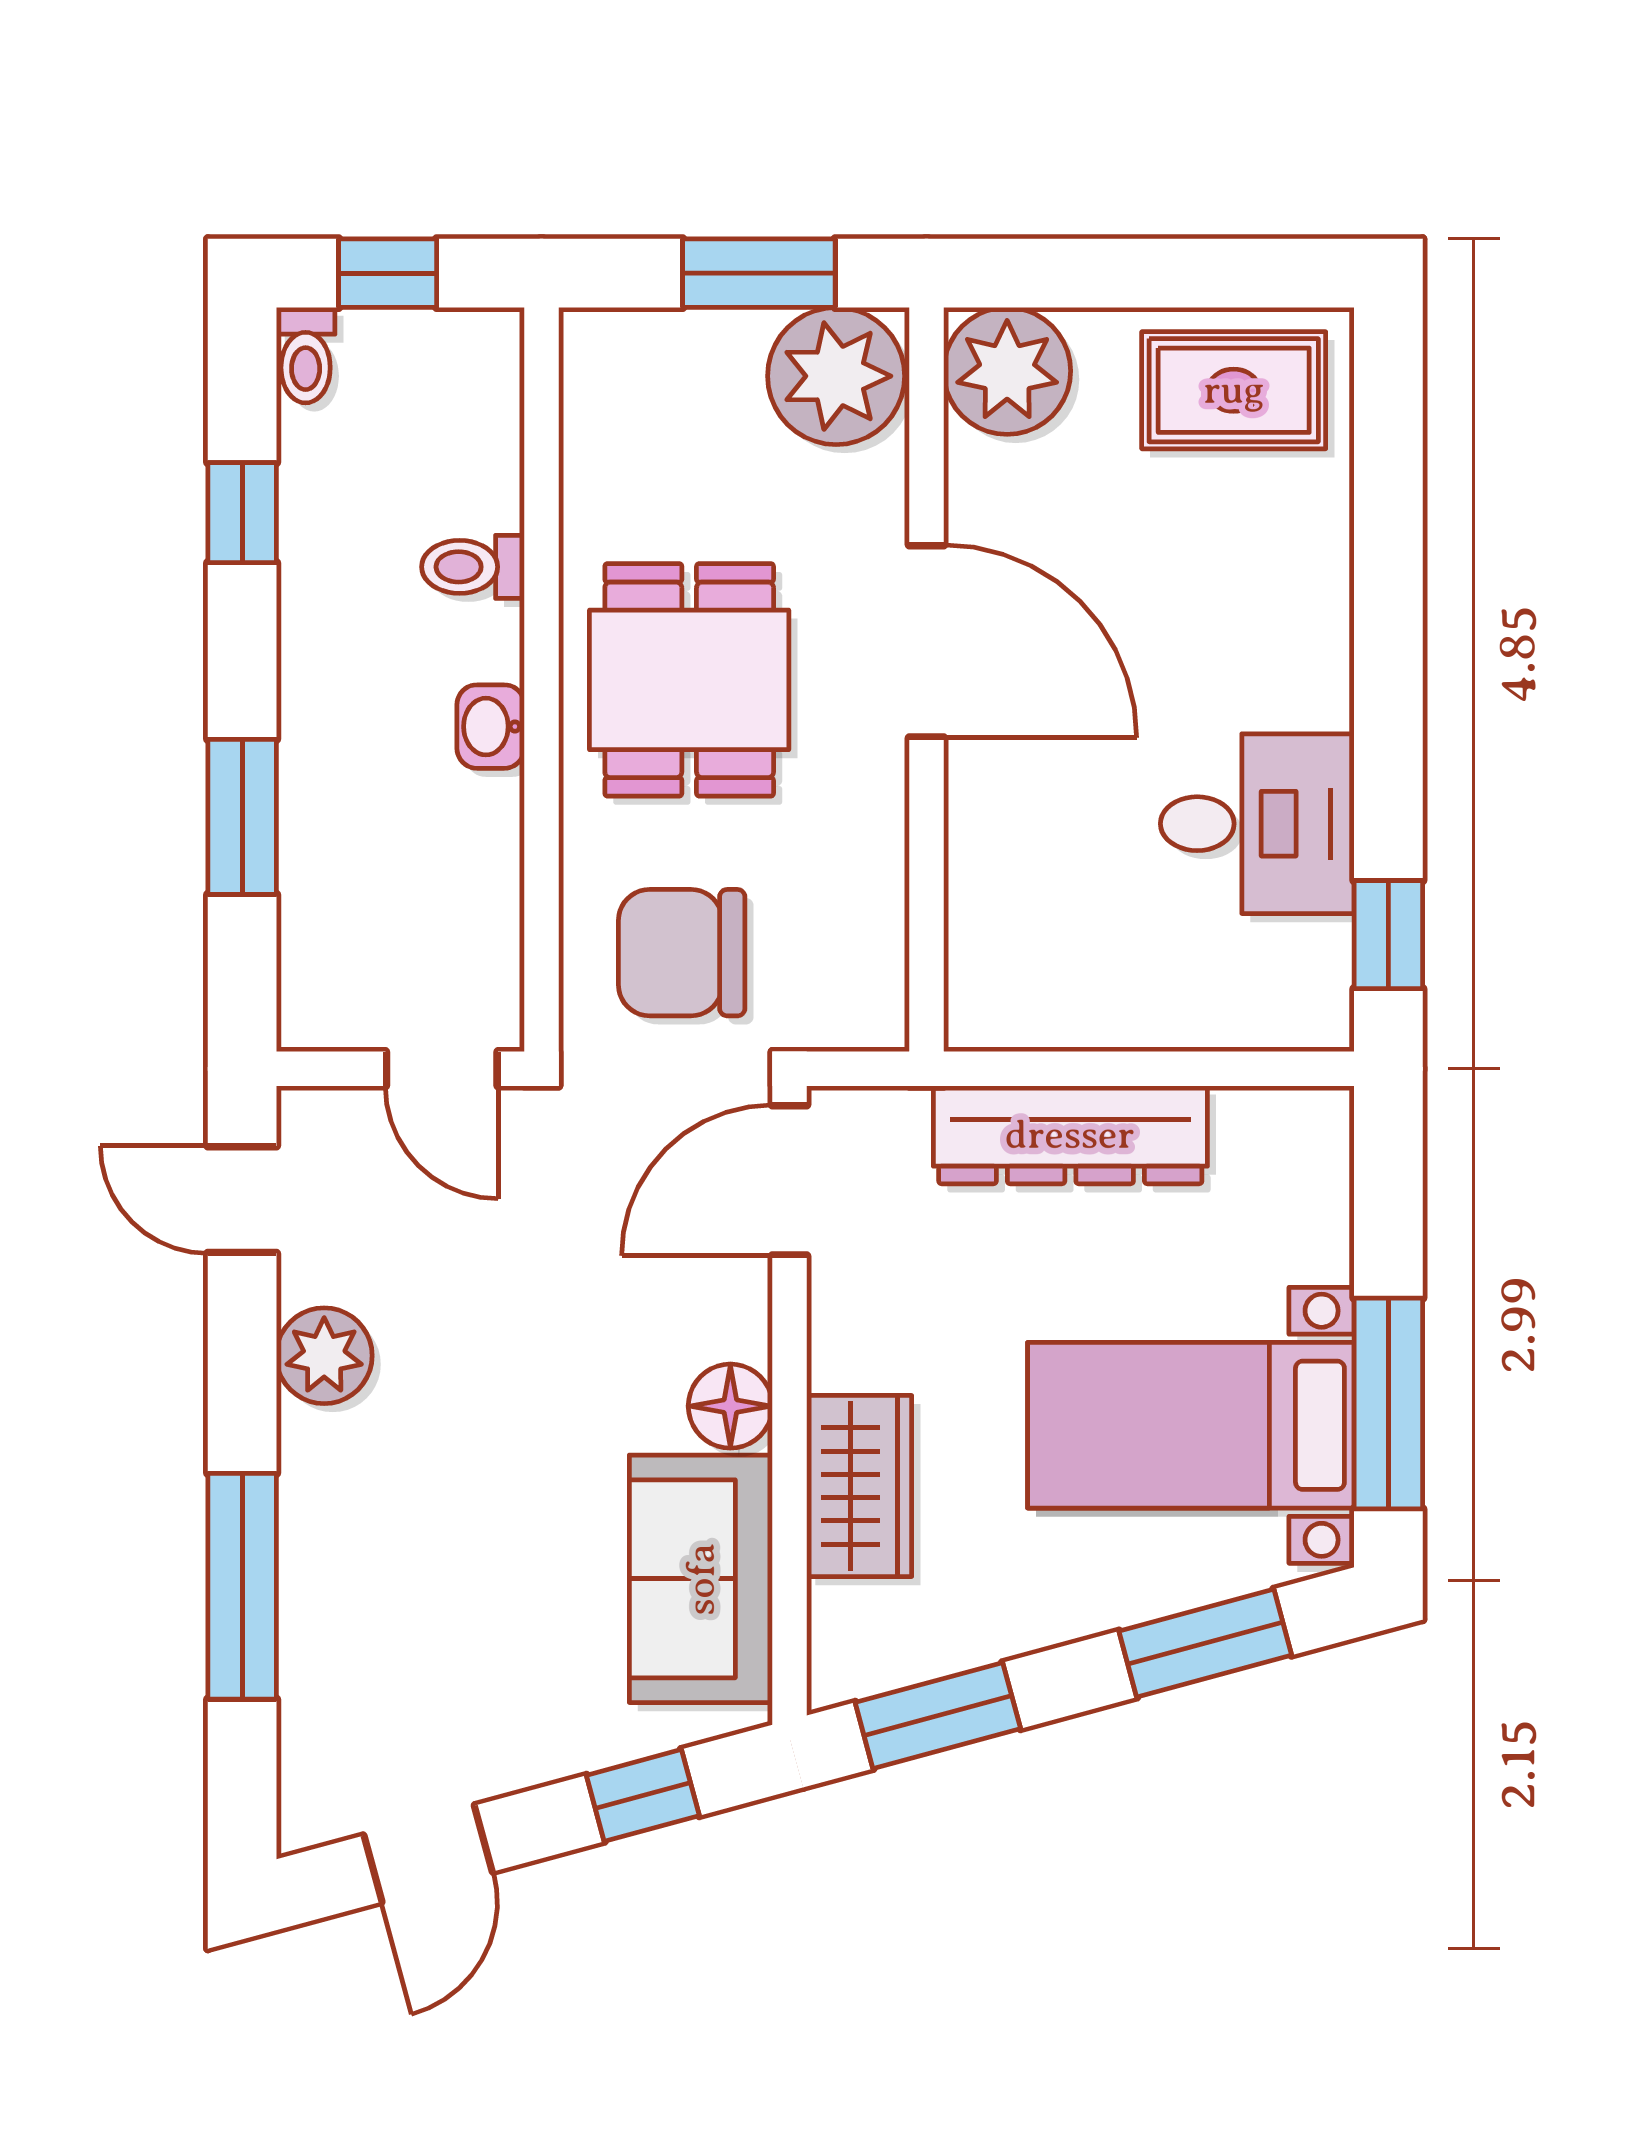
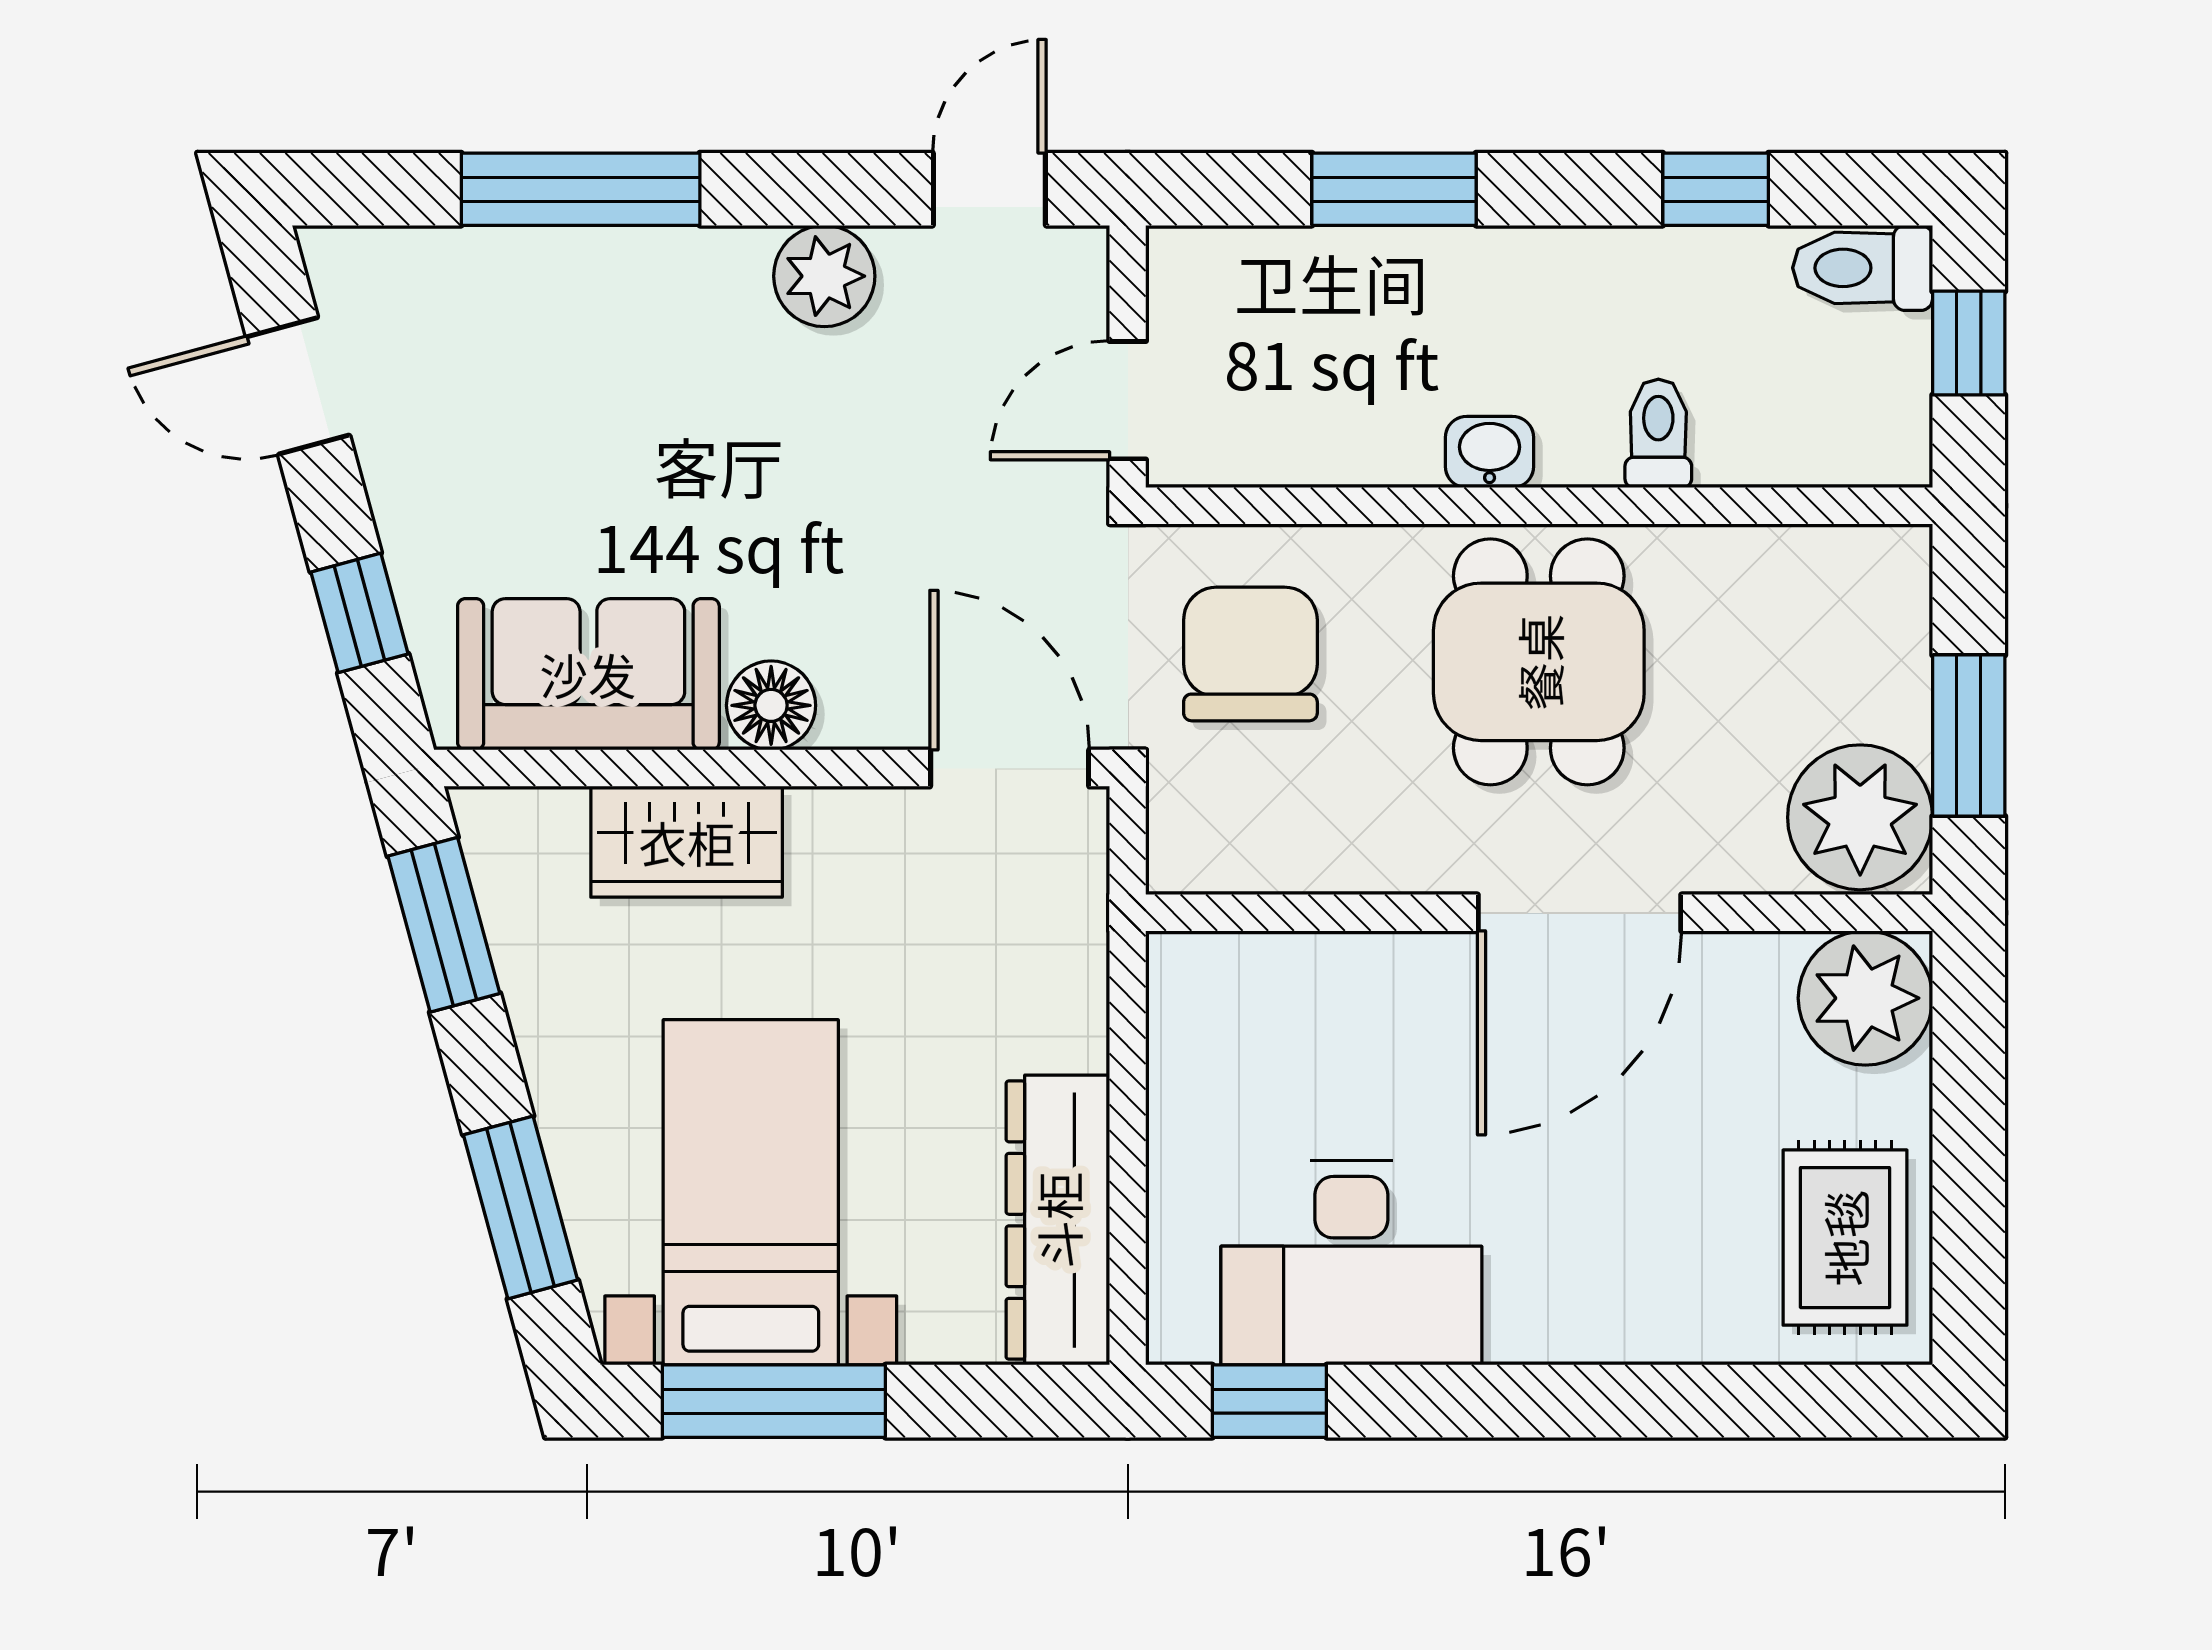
toilet: (306, 355) -> (1863, 268), width x1.37, depth x1.39
dining table: (689, 680) -> (1539, 662), turned 90
desk: (1257, 824) -> (1351, 1263), width x1.37
dresser: (1070, 1135) -> (1058, 1220), moved

